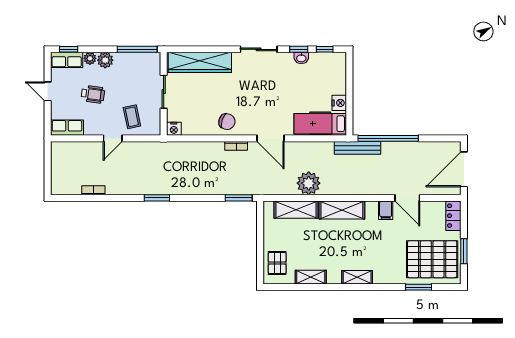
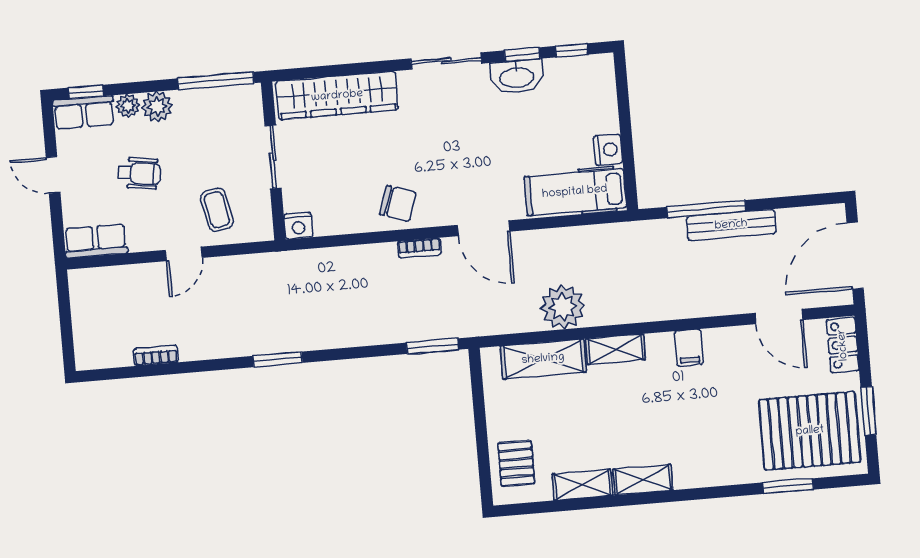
washbasin: (301, 58) -> (517, 77), width x1.91, depth x1.45
window: (388, 138) -> (706, 209), width x0.68
bench: (357, 148) -> (731, 225), moved
door: (407, 198) -> (779, 316), moved
shelving: (342, 210) -> (616, 349), width x0.67, depth x0.75
filing cabinet: (386, 210) -> (689, 348), moved
shelving: (357, 277) -> (643, 480), moved

